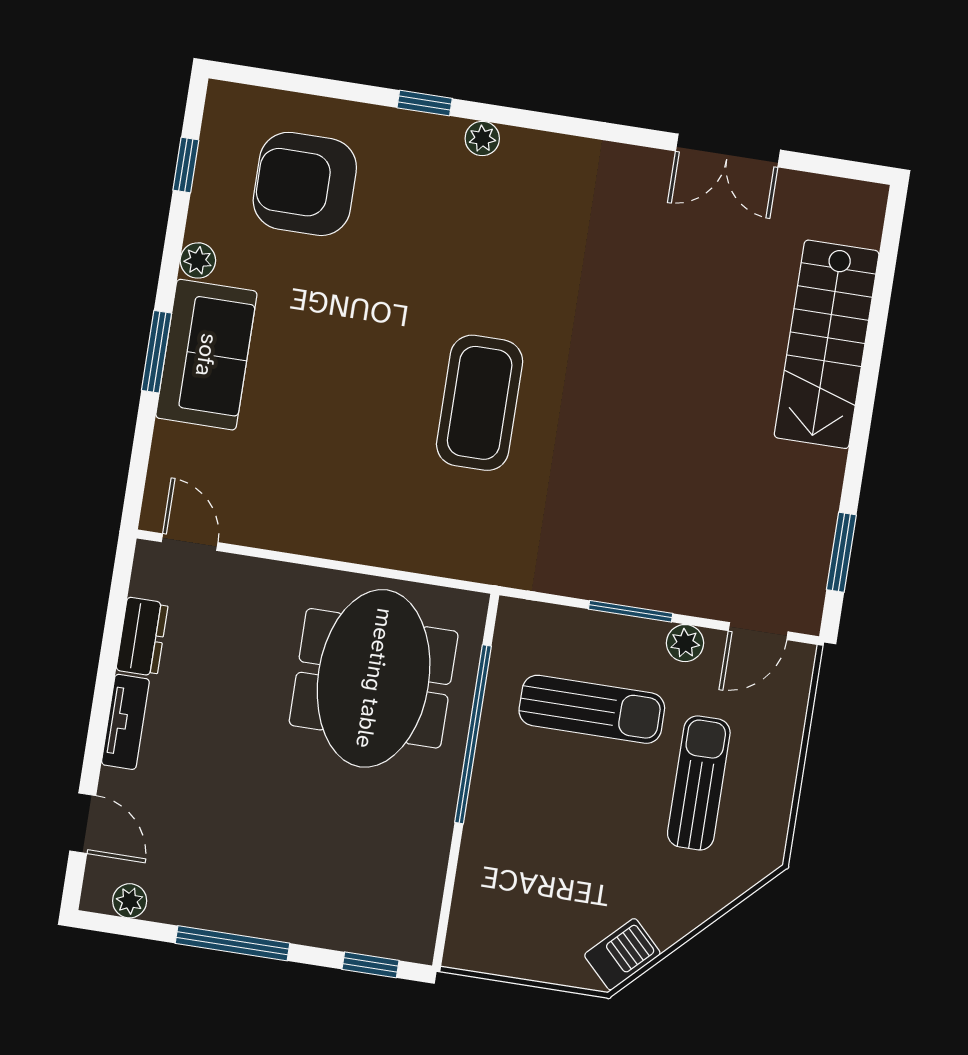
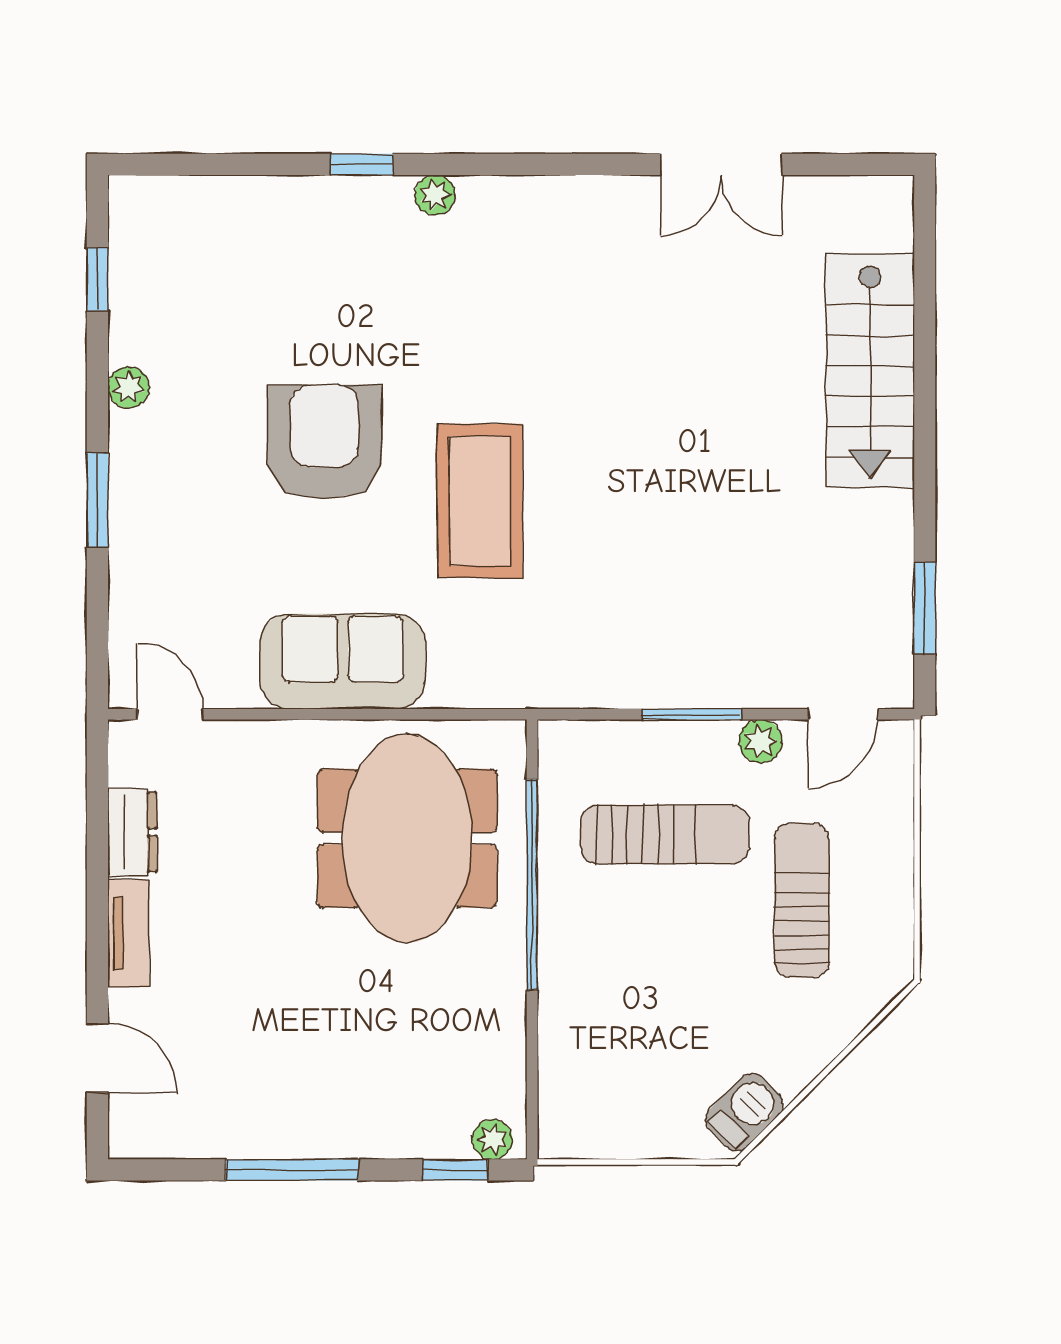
armchair: (305, 184) -> (324, 442), moved, turned 90
sofa: (206, 355) -> (343, 661), moved, turned -90
plant: (130, 901) -> (492, 1139), moved

